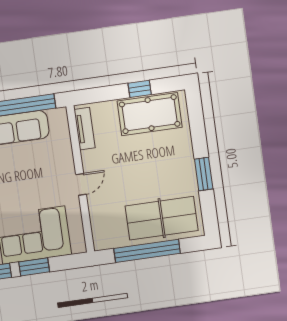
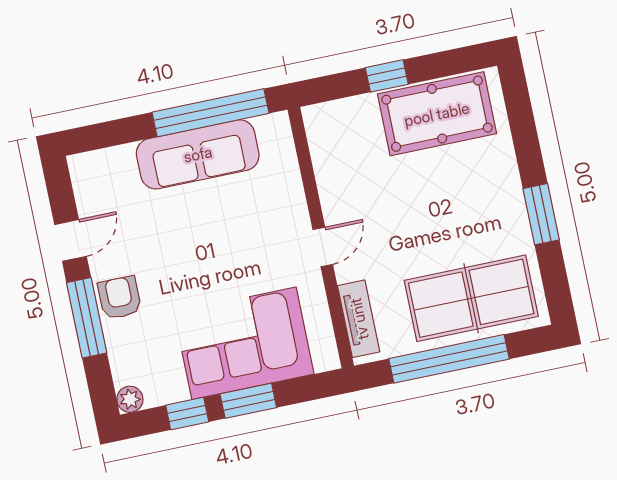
window: (140, 89) -> (387, 76), moved
tv unit: (85, 129) -> (359, 319), moved

